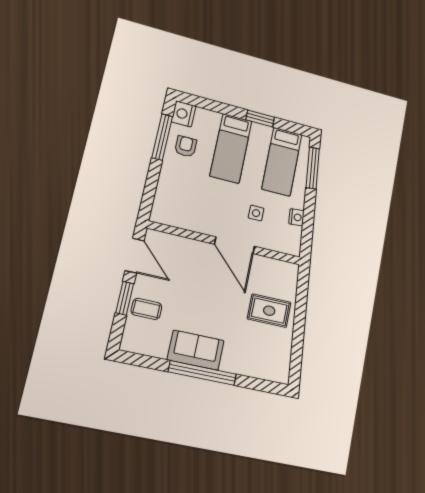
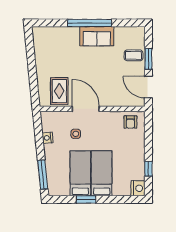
window: (162, 137) -> (148, 169), width x0.46
armchair: (186, 146) -> (130, 122), moved
bed: (282, 162) -> (80, 173), moved
rug: (269, 311) -> (59, 91), moved, turned 90

